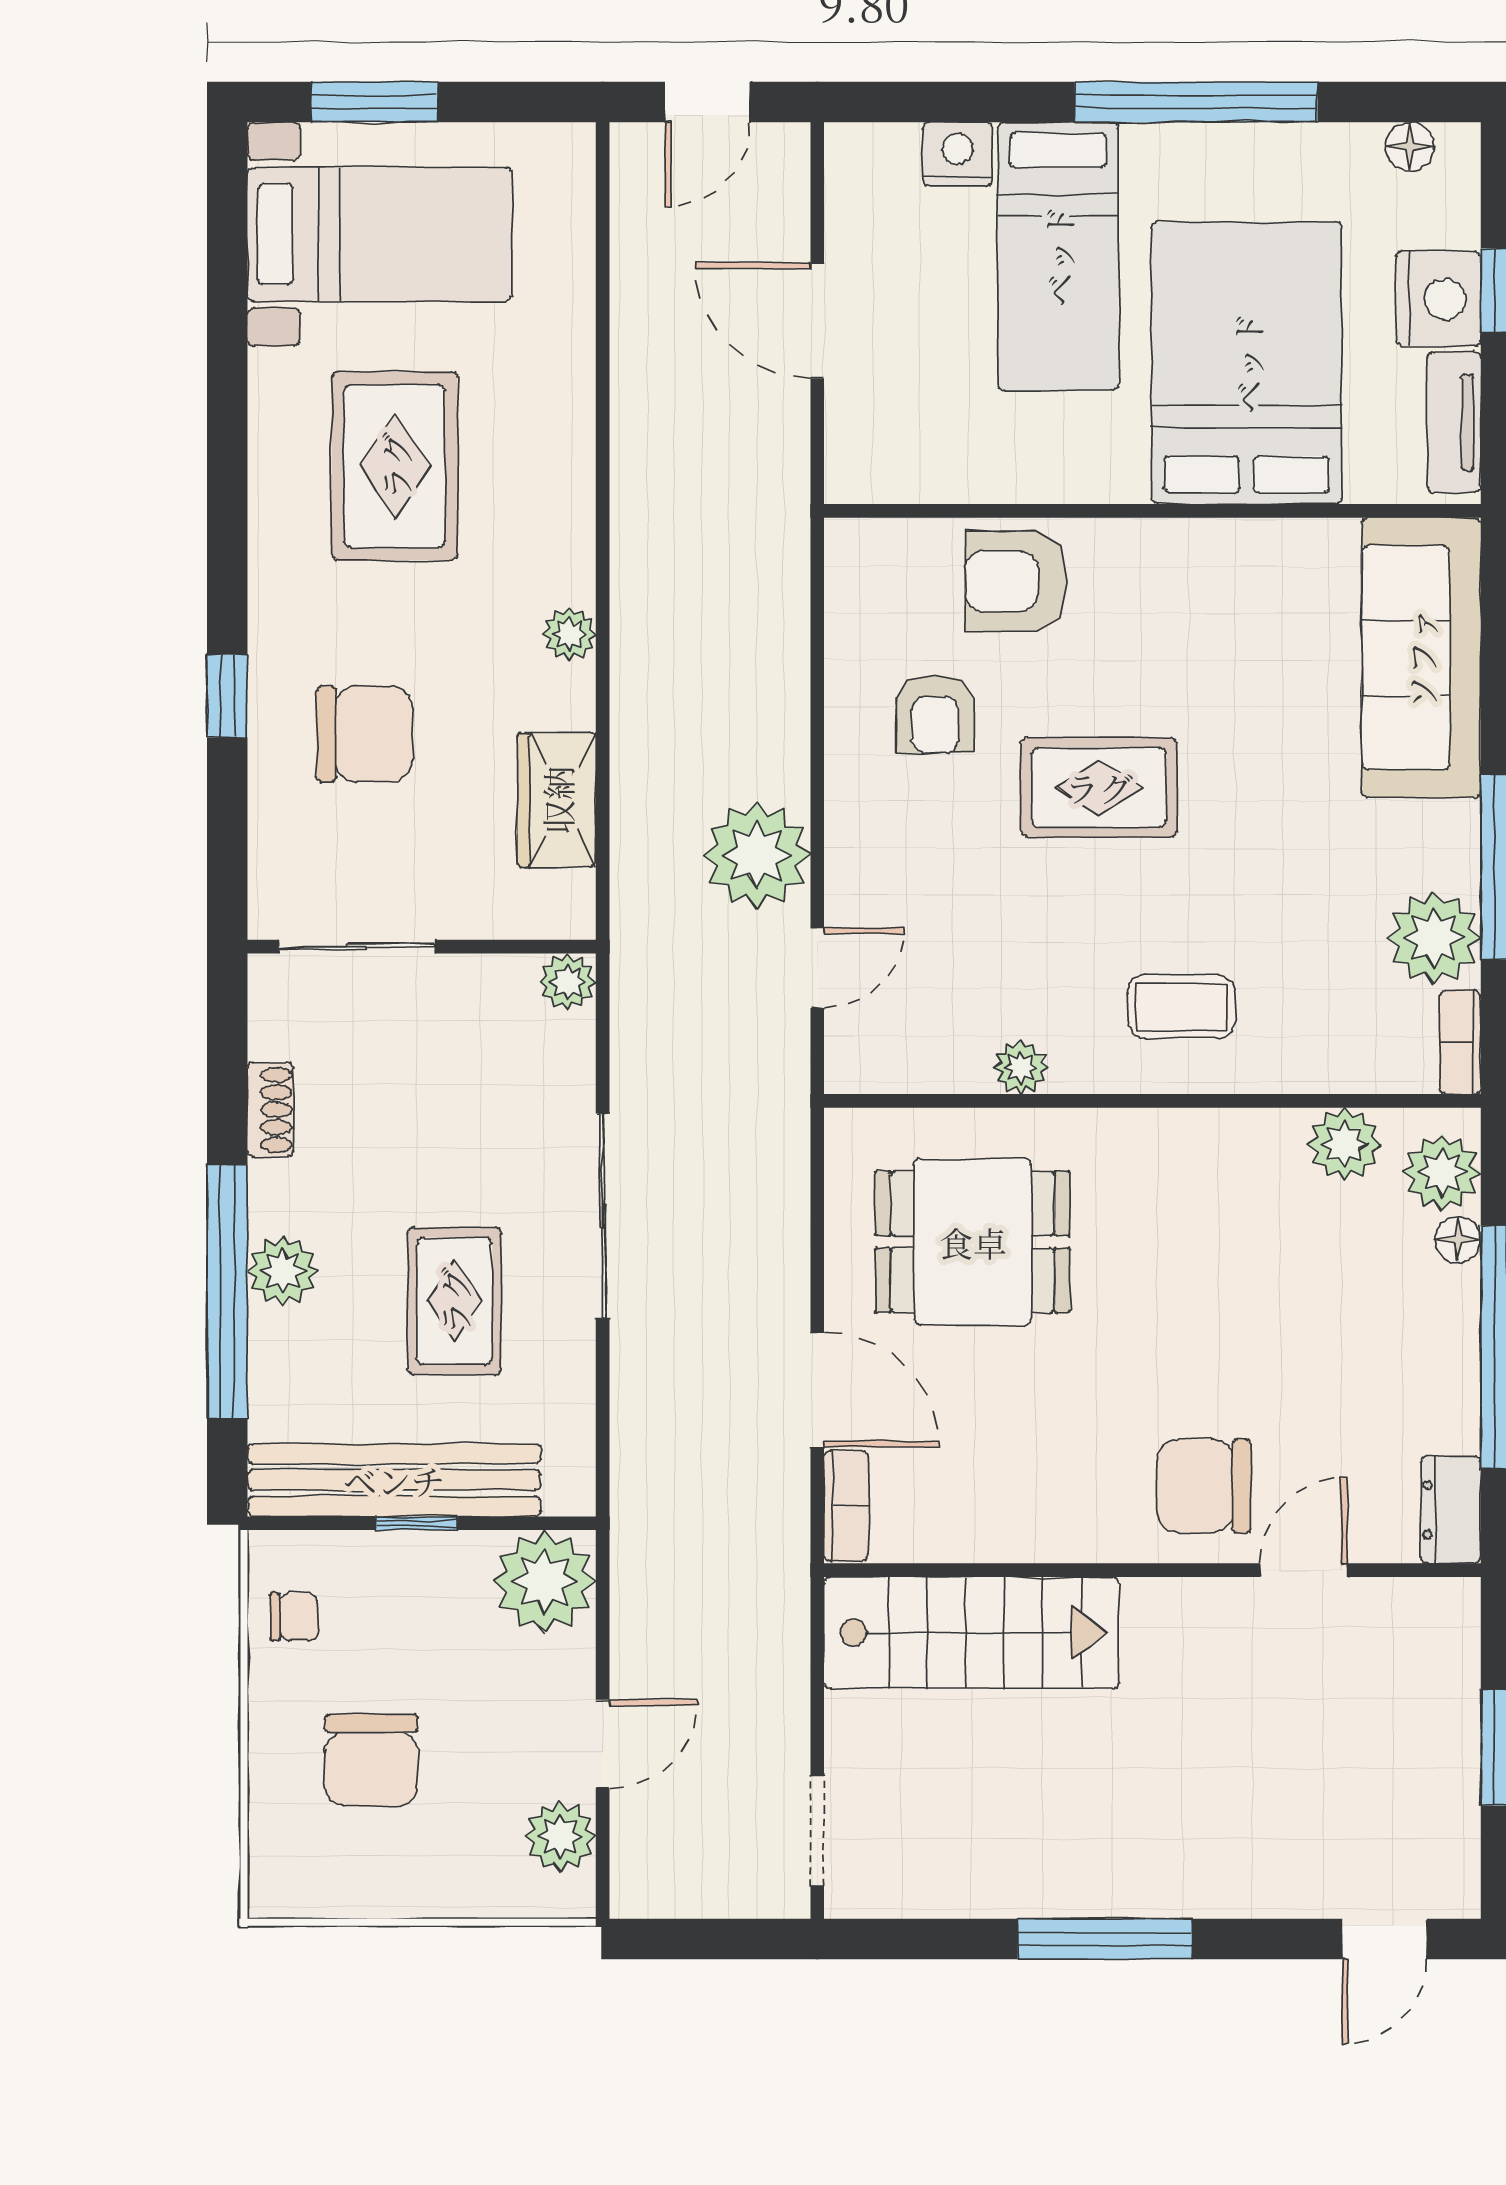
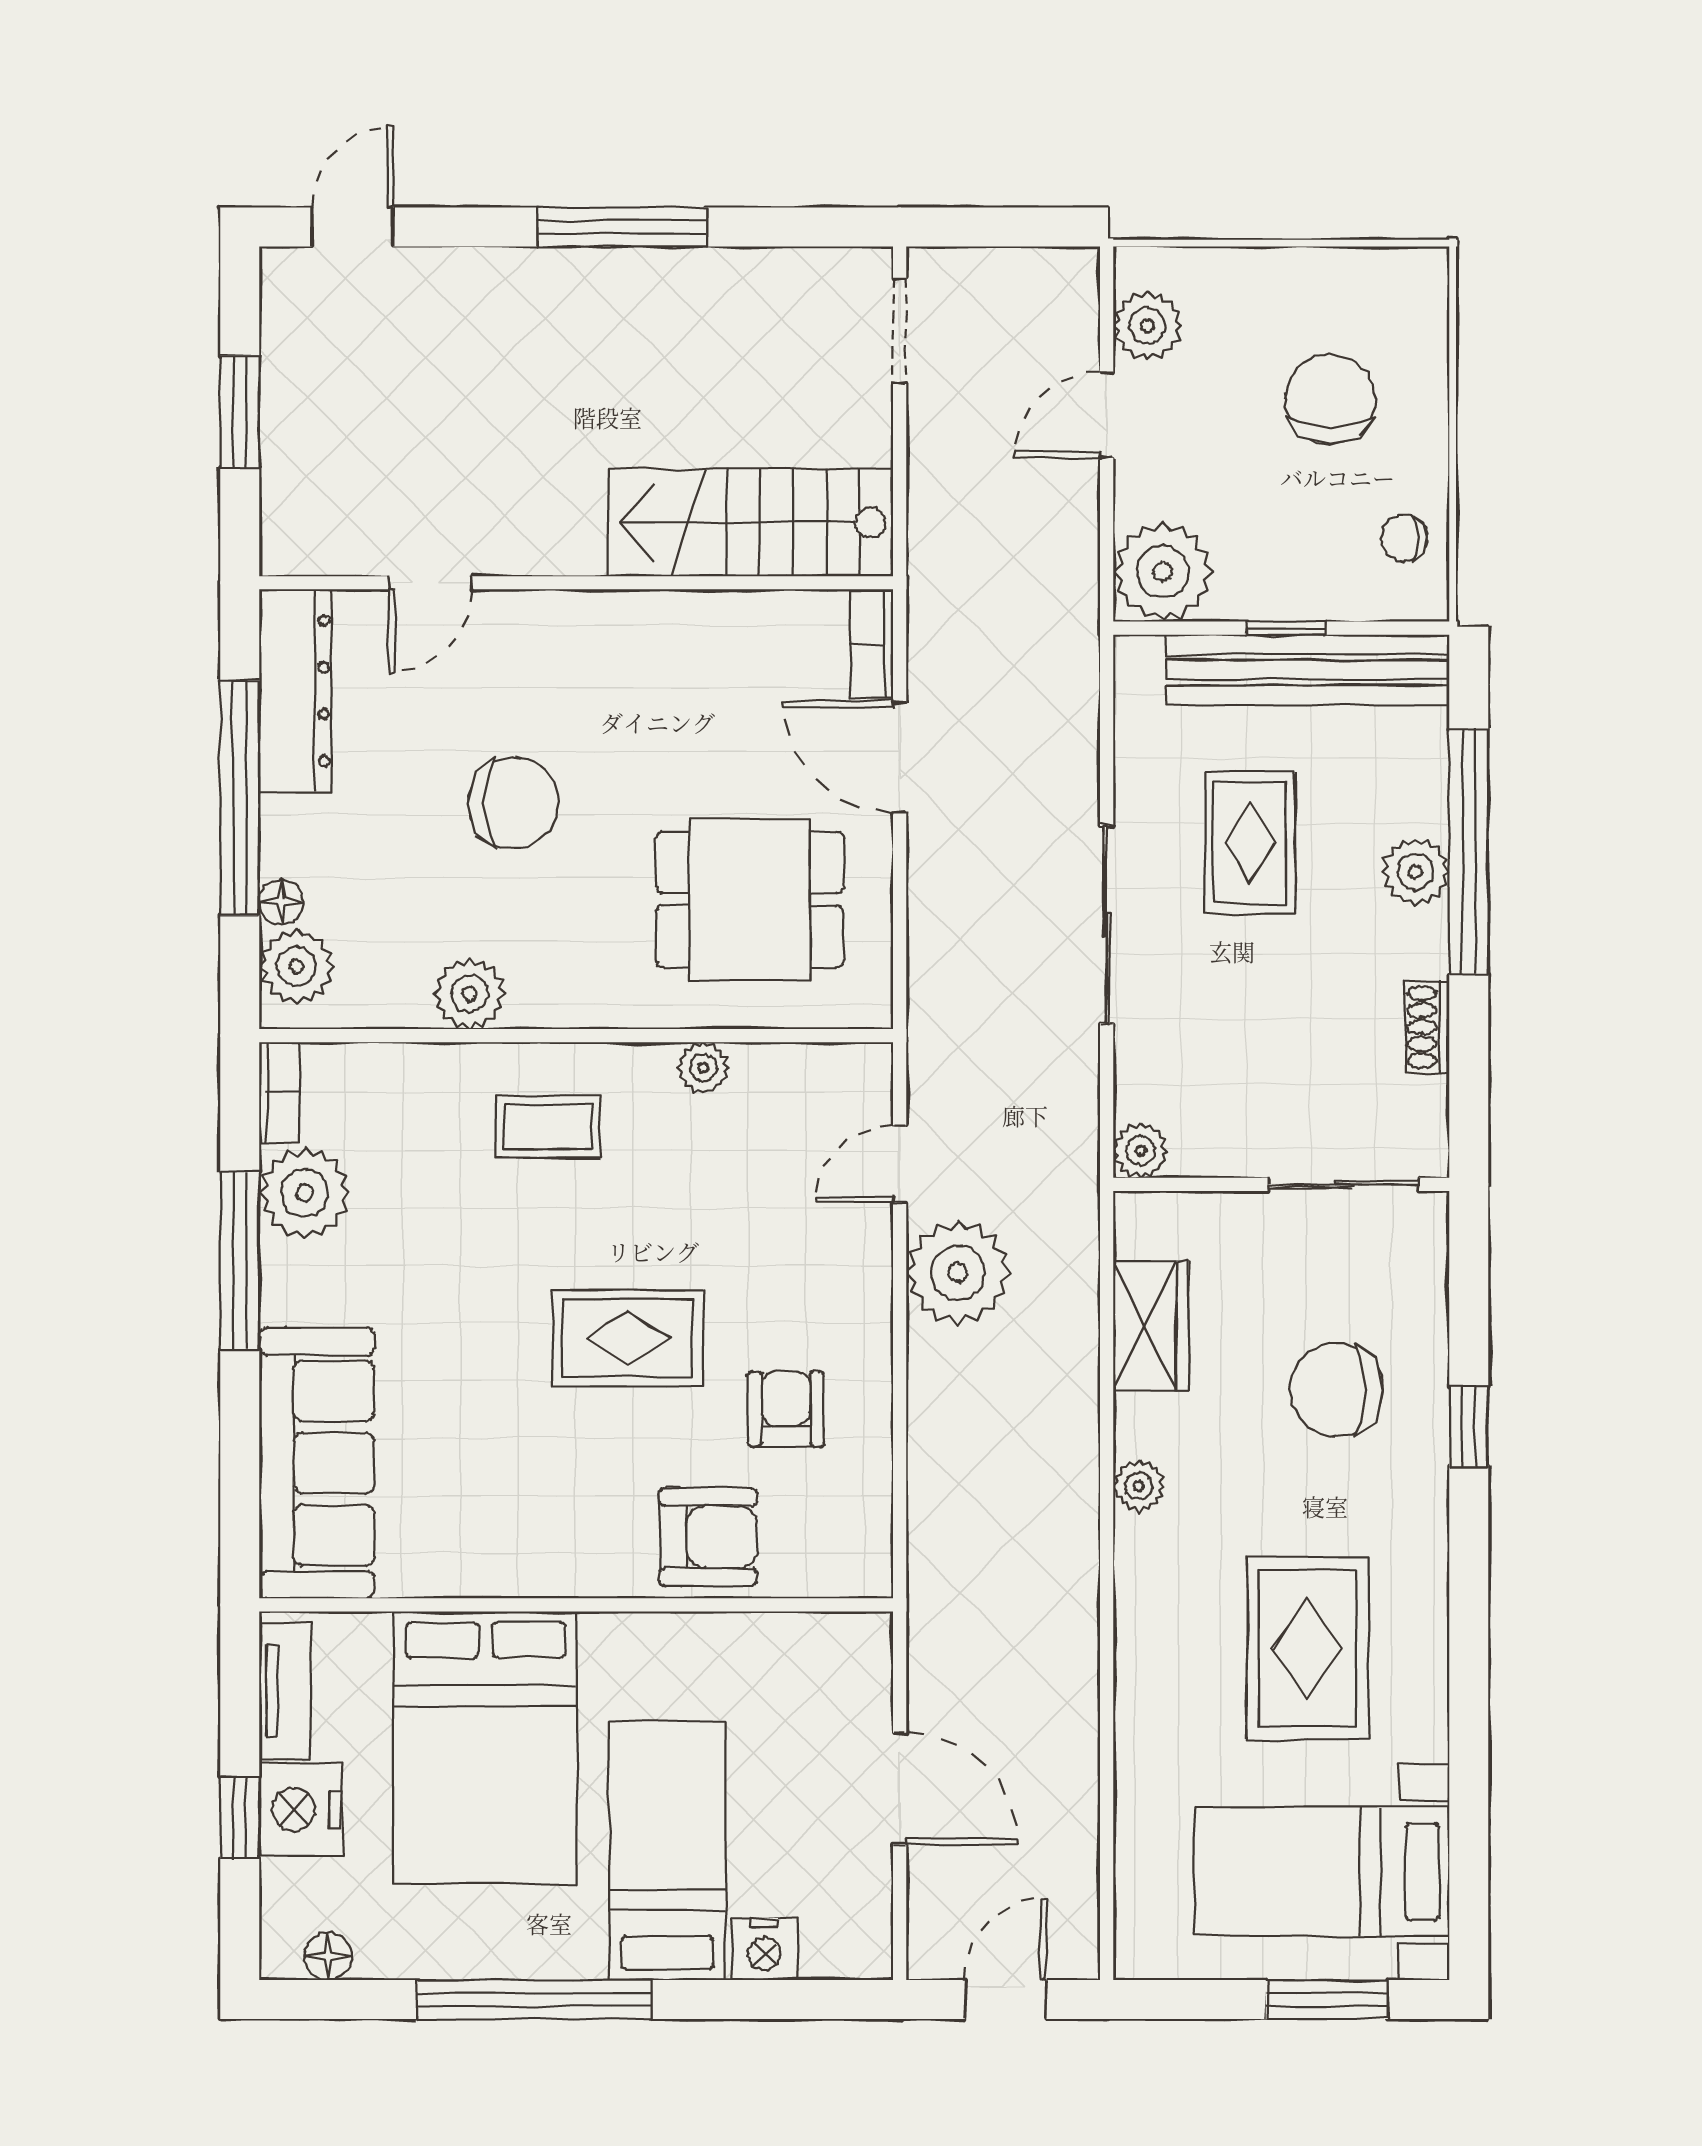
plant: (1345, 1144) -> (470, 994), moved
chair: (1204, 1486) -> (514, 803), moved
dresser: (1451, 1510) -> (295, 691), width x1.96, depth x1.24

